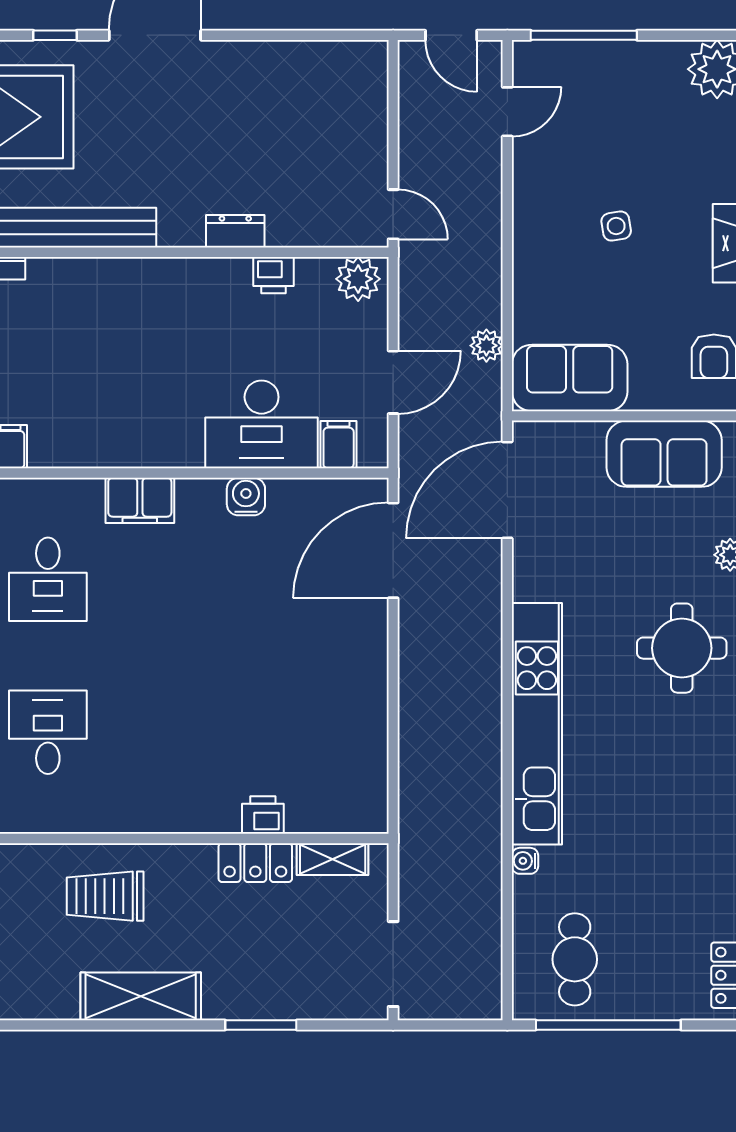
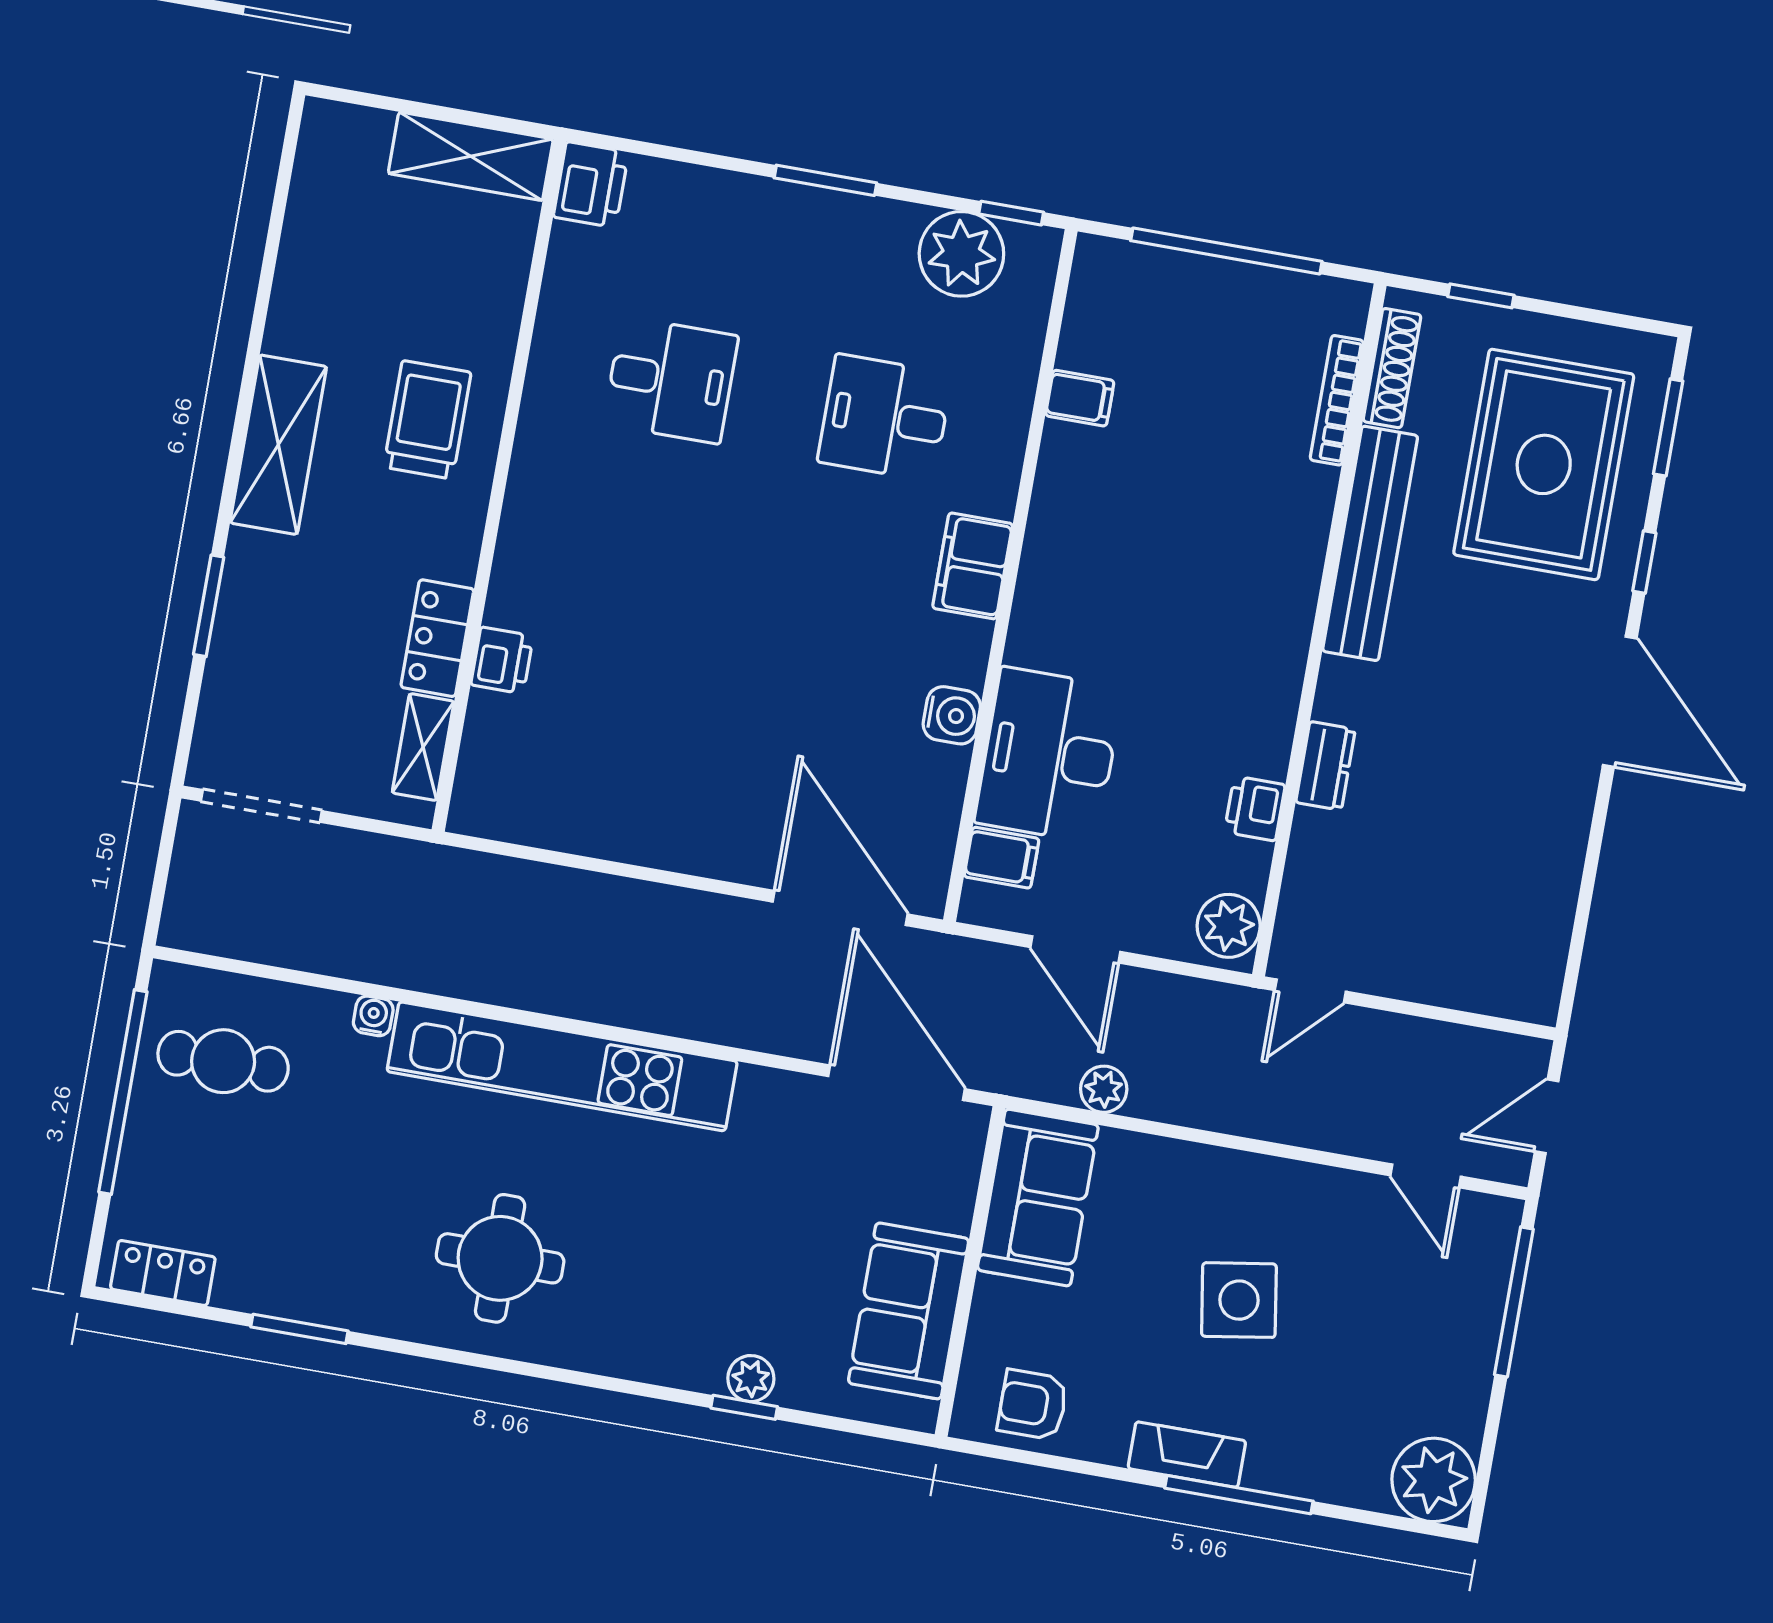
side table: (616, 226) -> (1239, 1300), width x1.87, depth x1.87
round table: (682, 648) -> (500, 1258), moved

